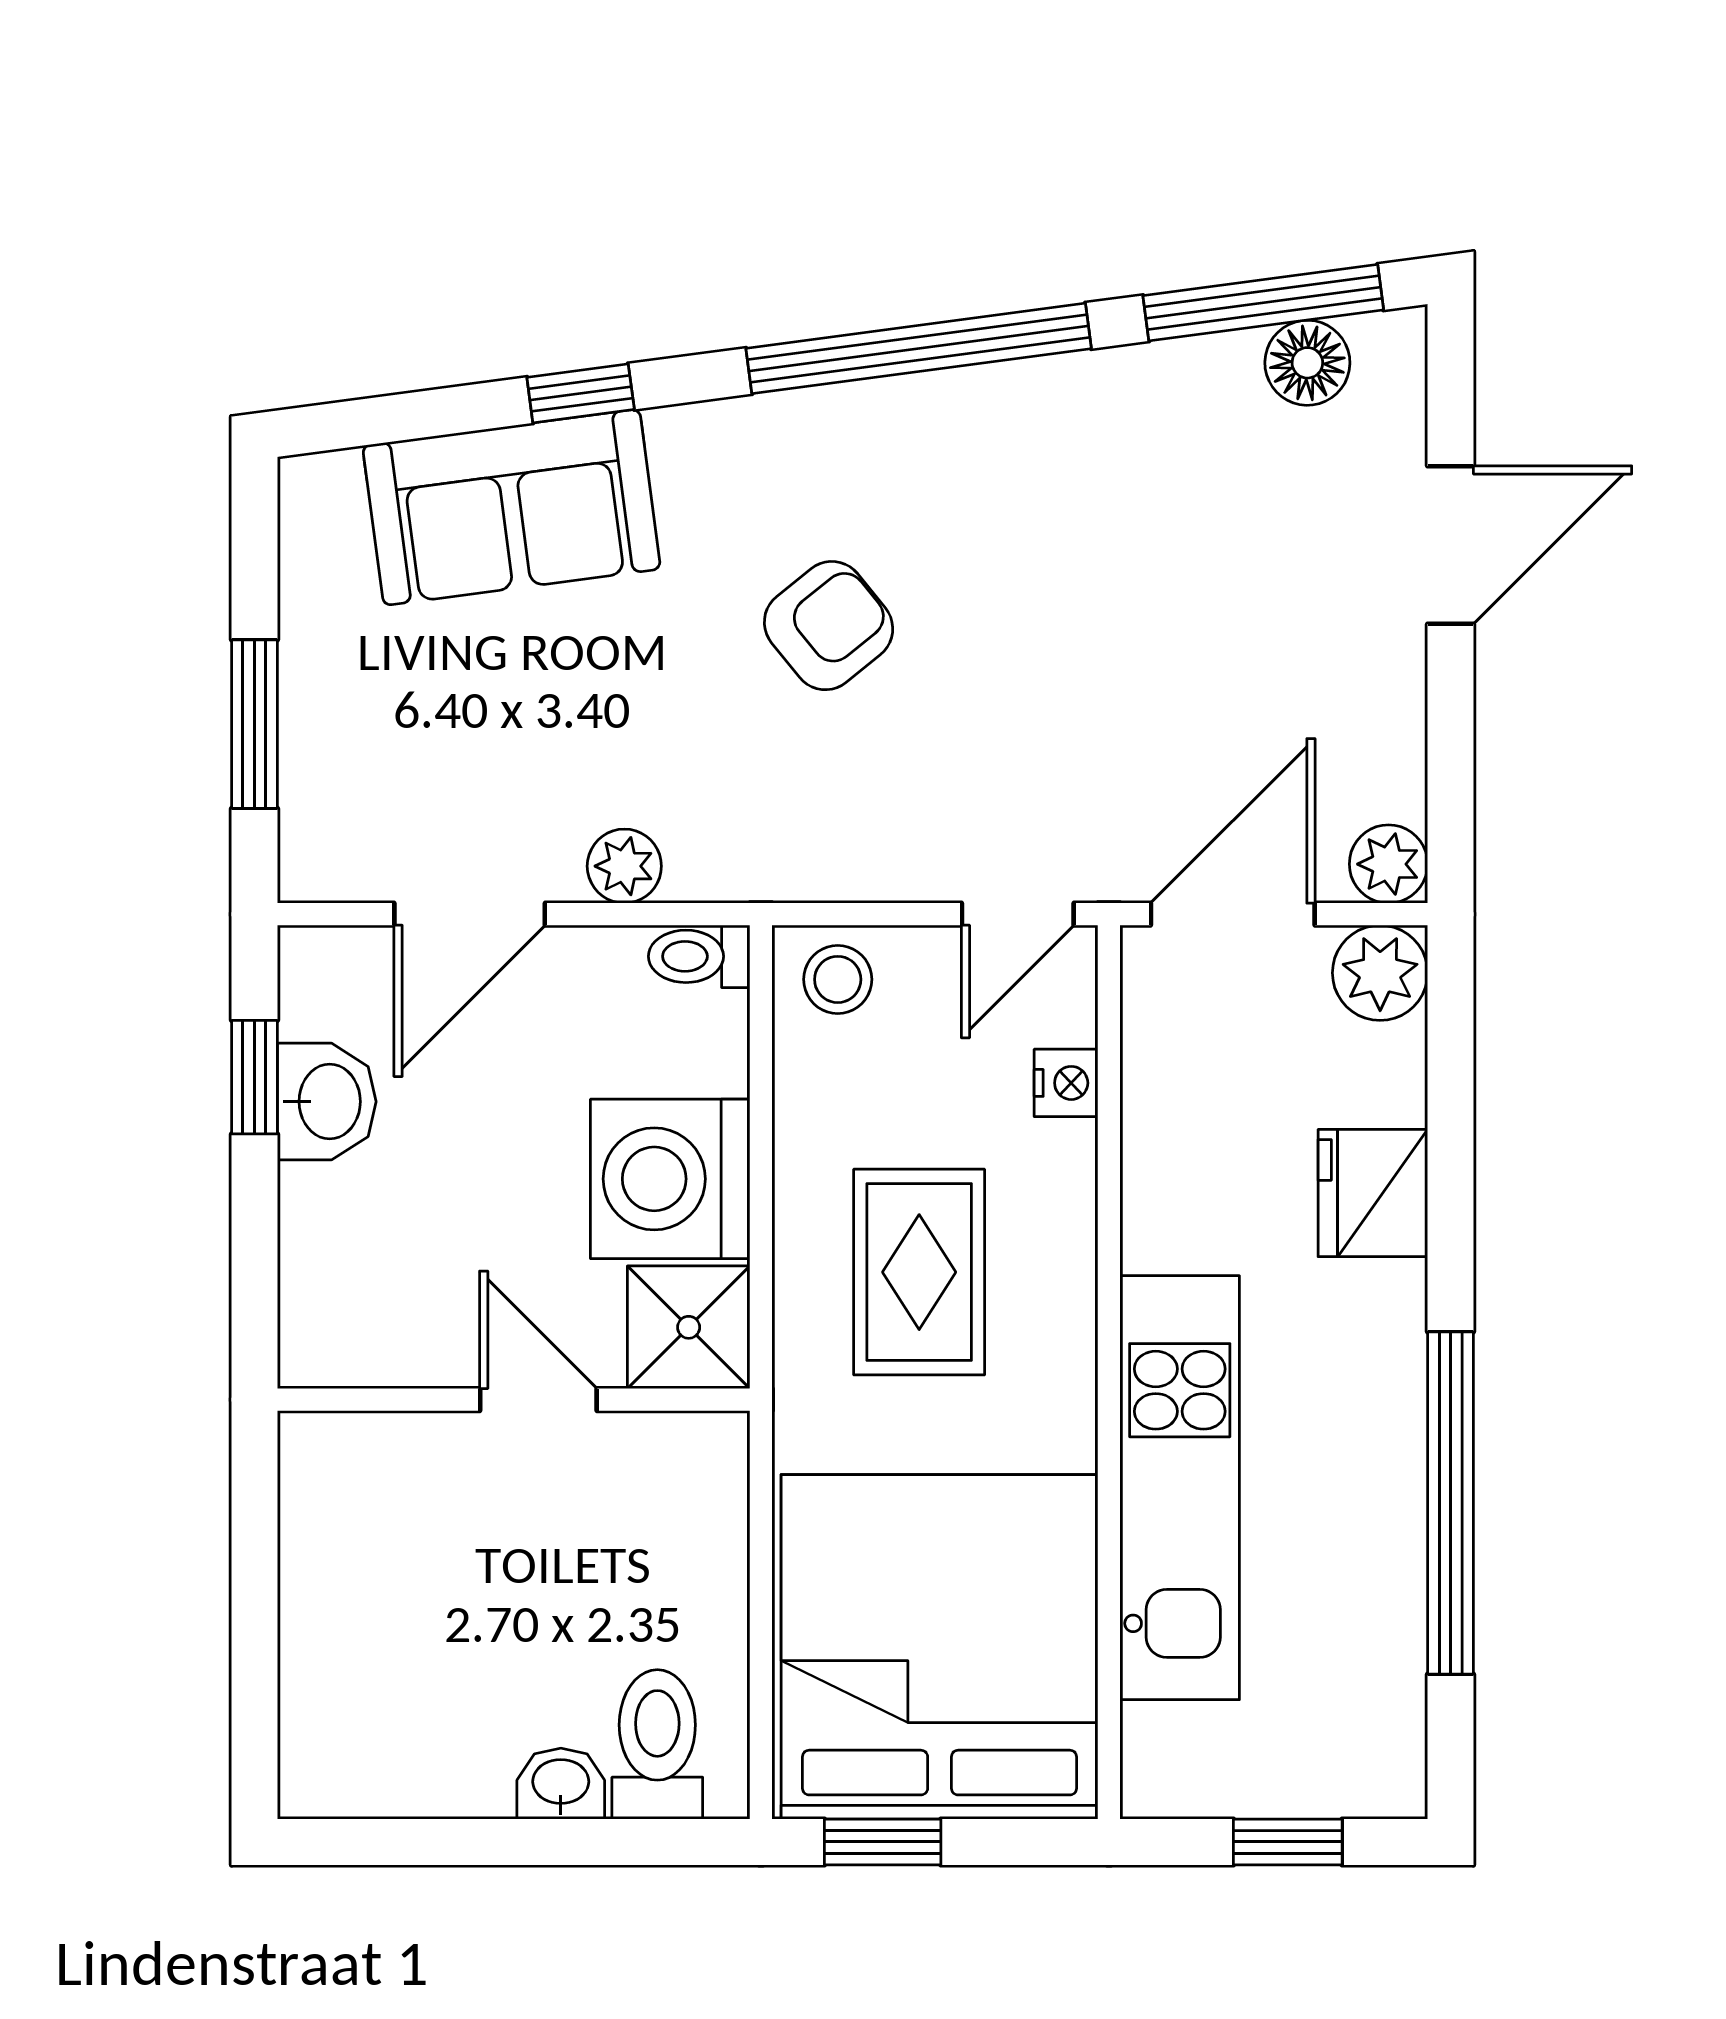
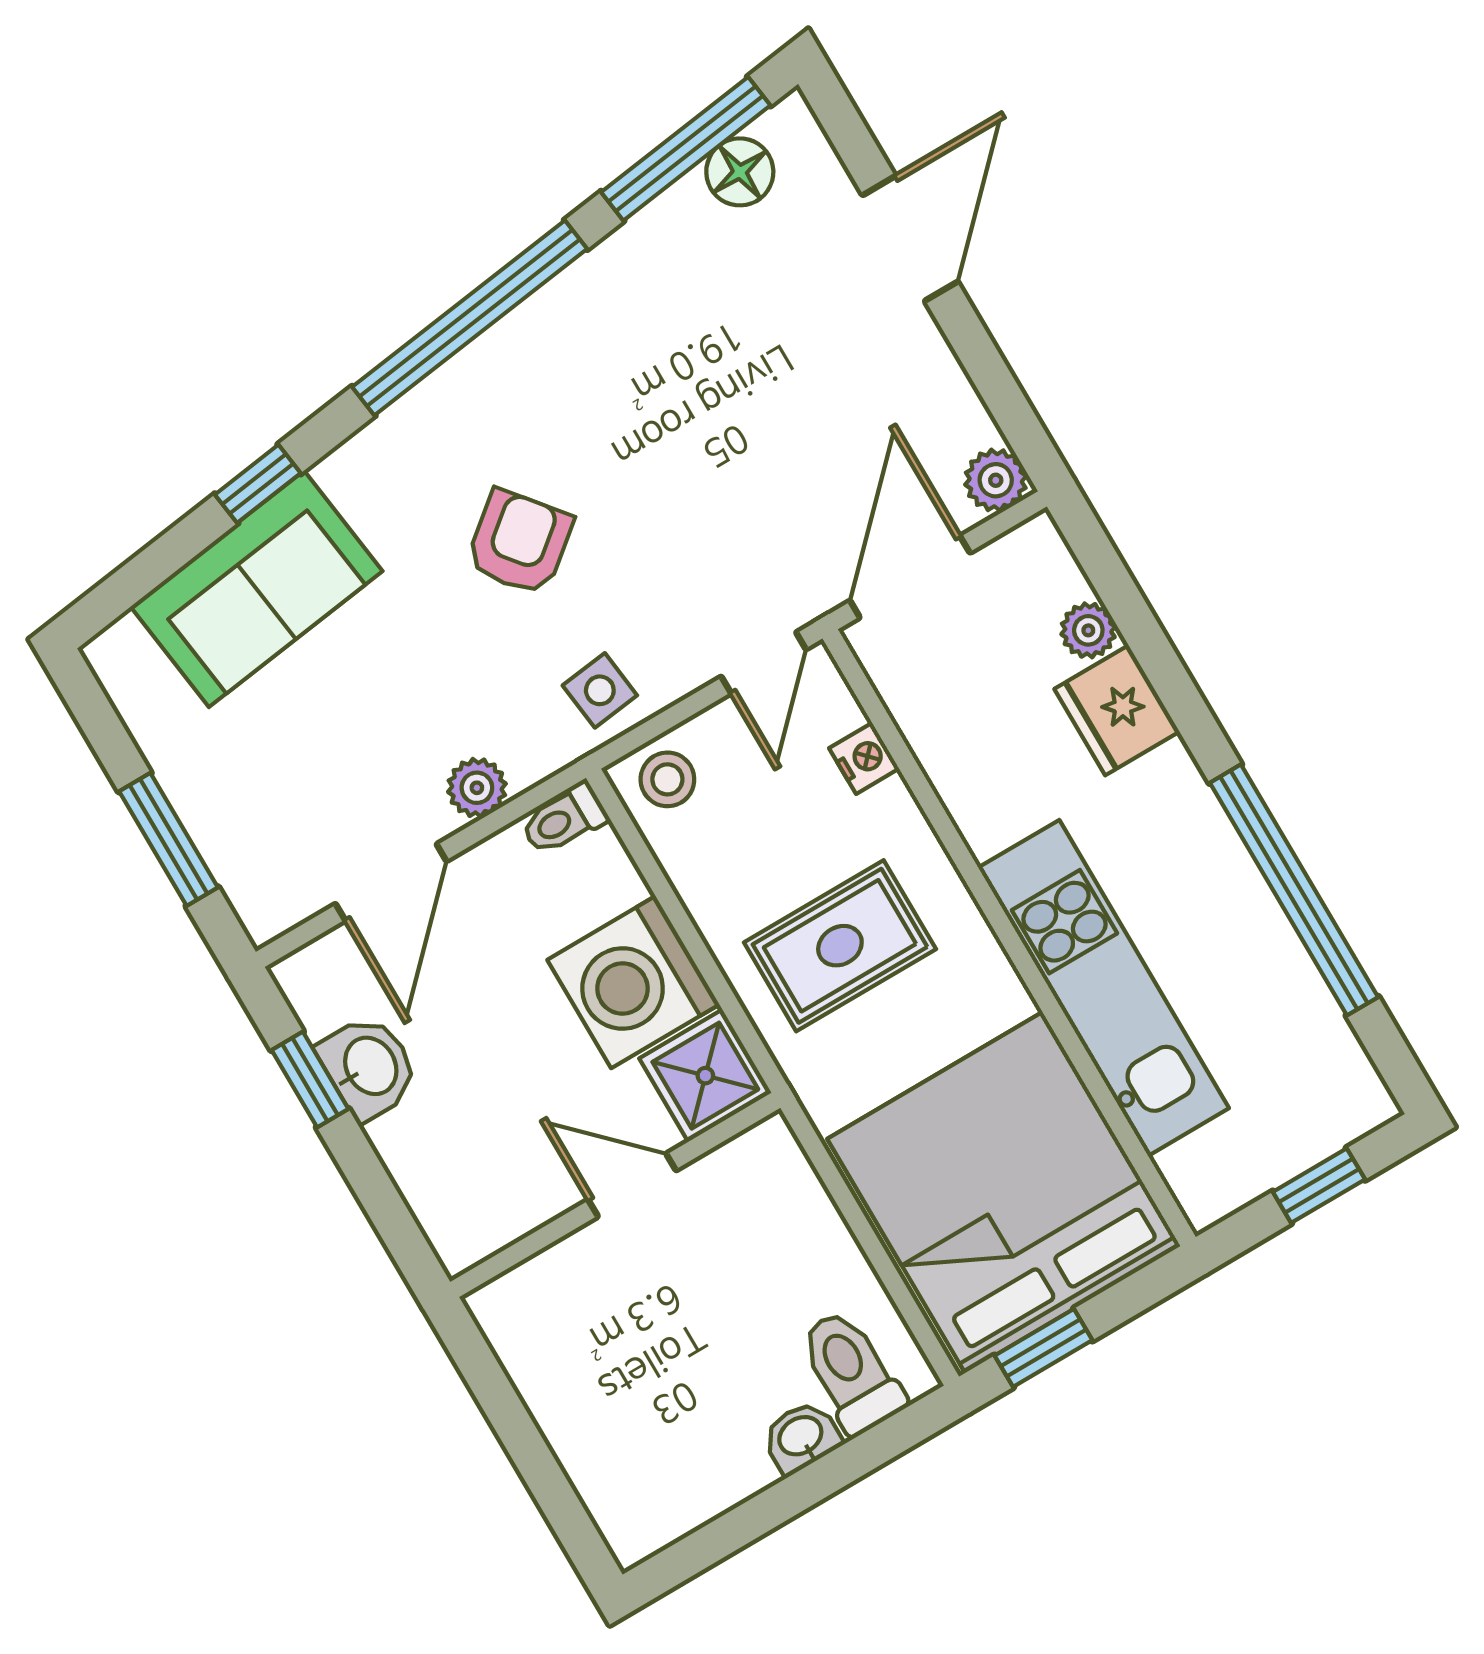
side table: (821, 839) -> (600, 690), added
plant: (1380, 973) -> (1088, 630), moved, width x0.73, depth x0.73
rug: (919, 1272) -> (840, 946), turned 90

